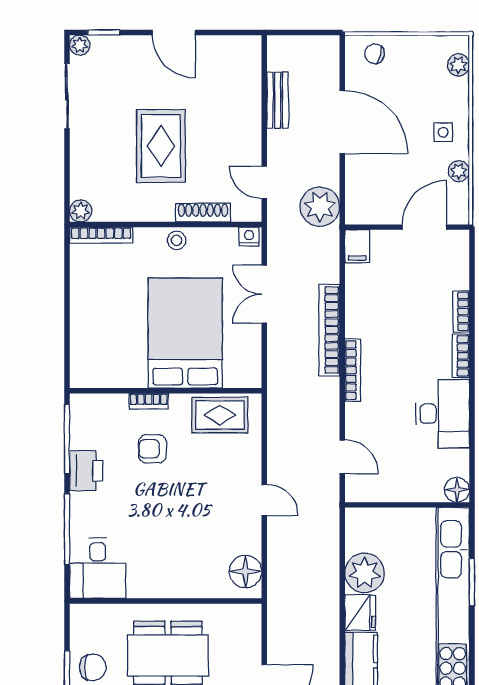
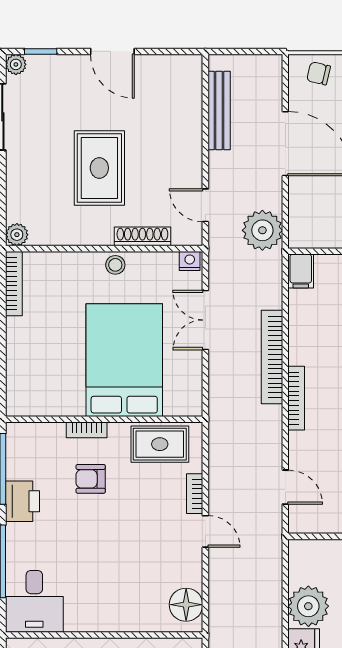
bench: (278, 100) -> (219, 110), width x1.36
bookcase: (101, 235) -> (14, 284), moved, turned -90
bookcase: (254, 463) -> (195, 494), added

